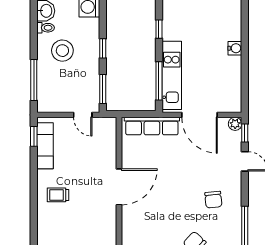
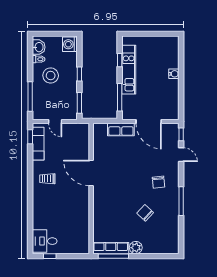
kitchen unit: (172, 75) -> (129, 70), moved
door: (83, 115) -> (55, 121), moved
plant: (235, 124) -> (174, 128), removed
row of seats: (152, 126) -> (121, 130), width x0.68
door: (119, 187) -> (91, 173), swing flipped

